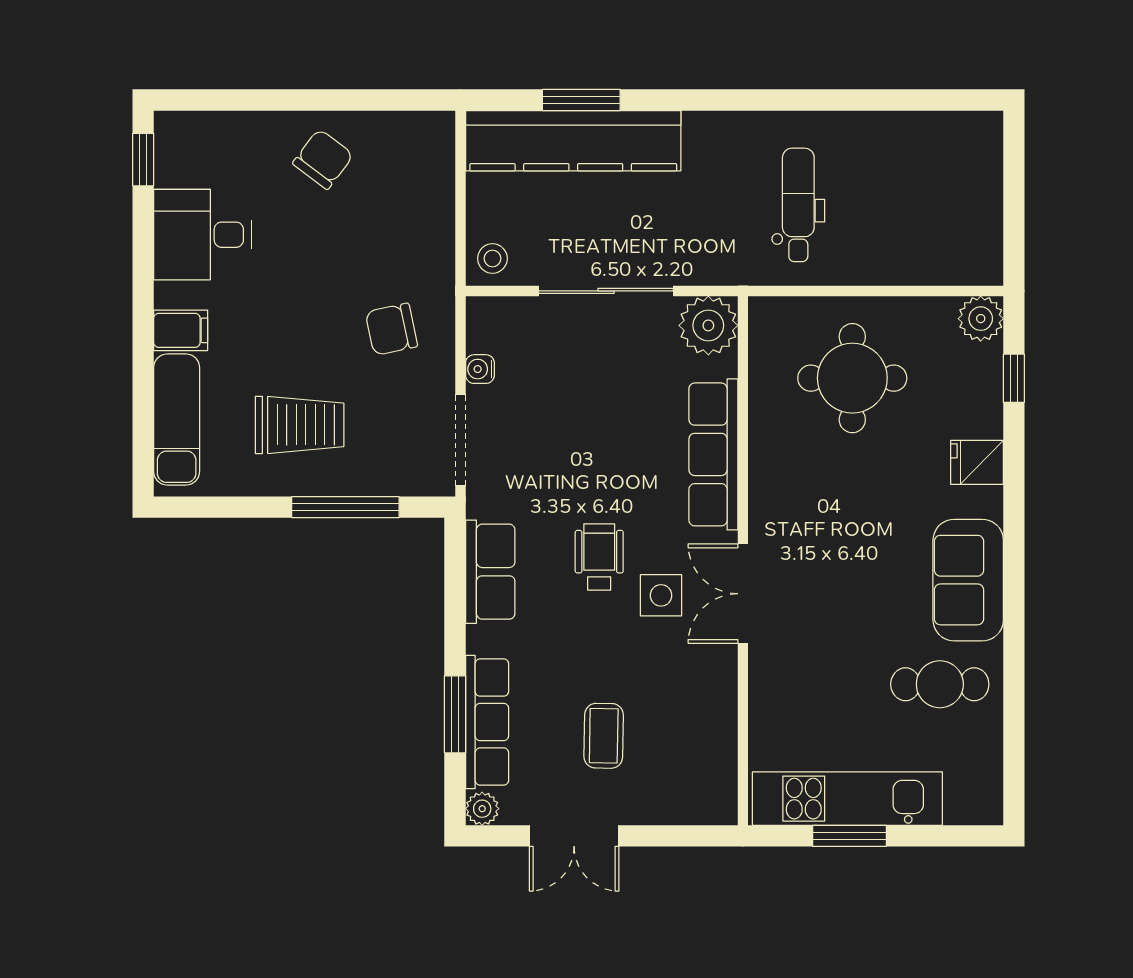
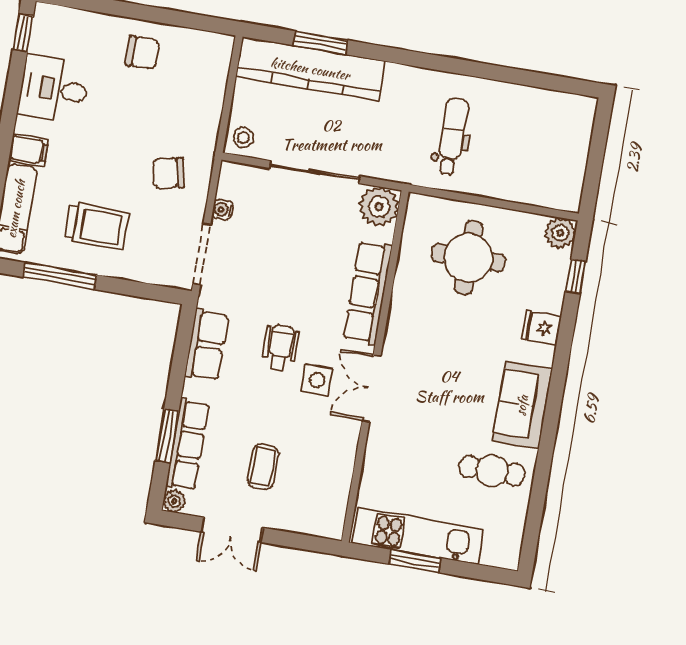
chair: (323, 159) -> (142, 53), turned 53
window: (345, 507) -> (60, 276), moved

